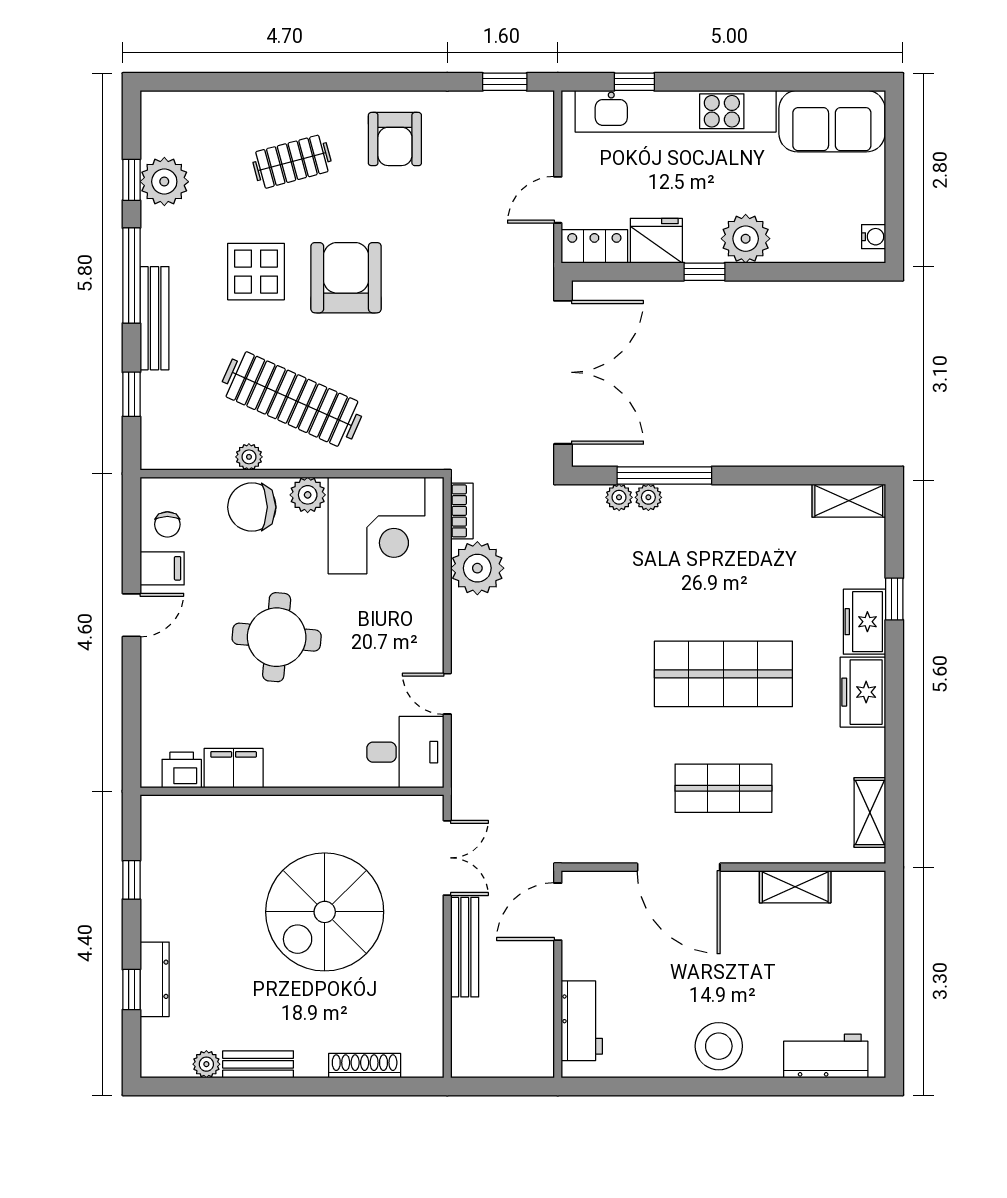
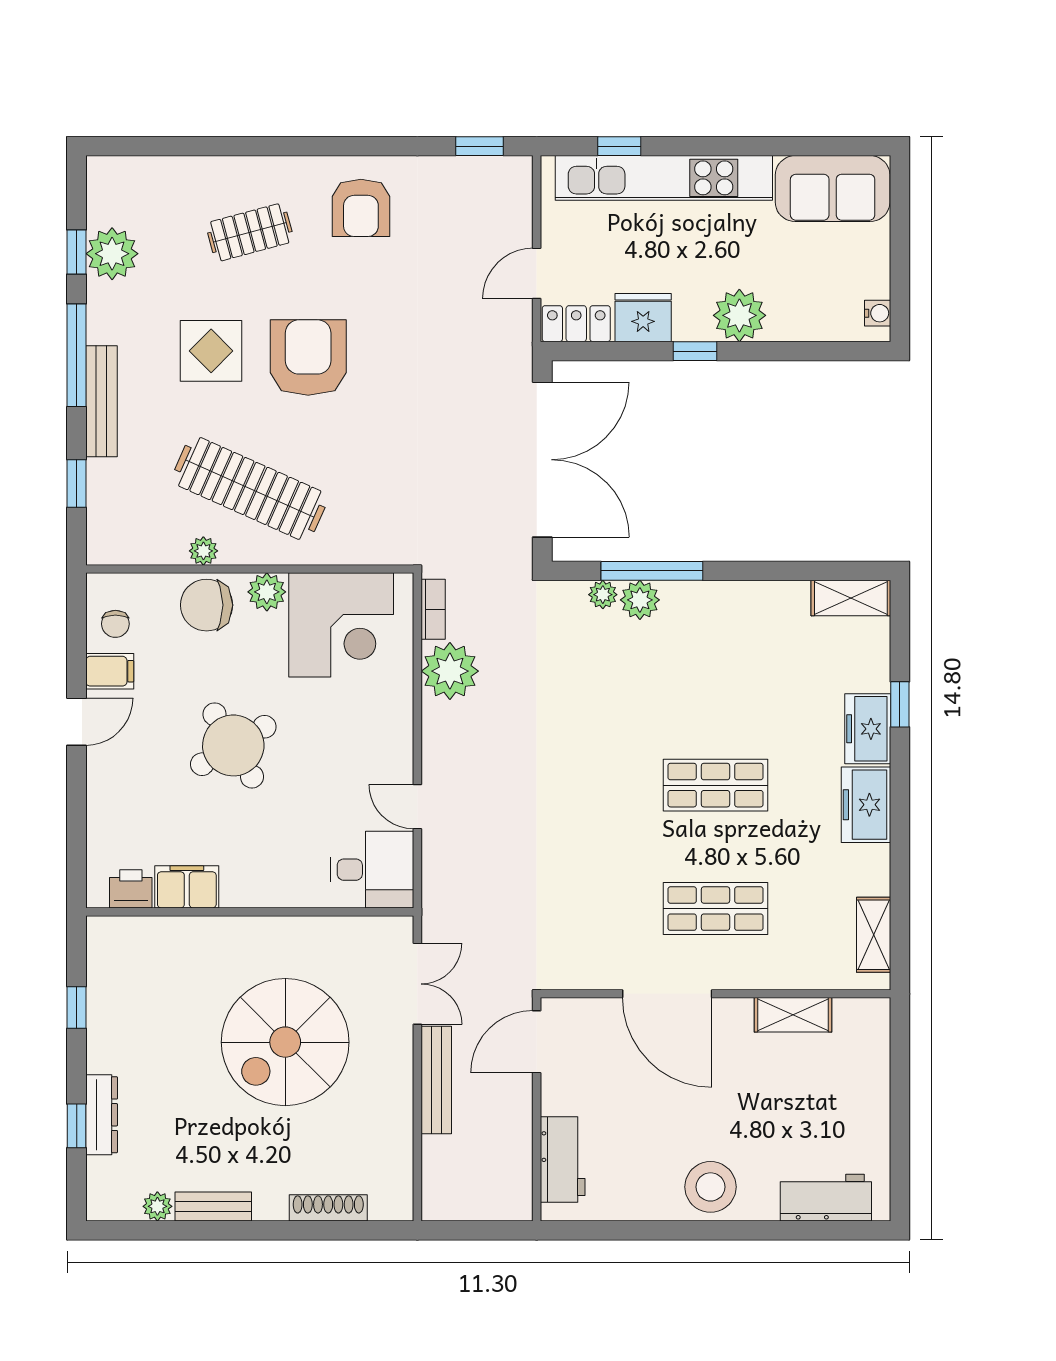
plant: (648, 497) -> (640, 600), width x1.38, depth x1.38
round table: (277, 637) -> (233, 745), turned -36
shop shelf: (723, 674) -> (715, 785), width x0.70, depth x0.74

